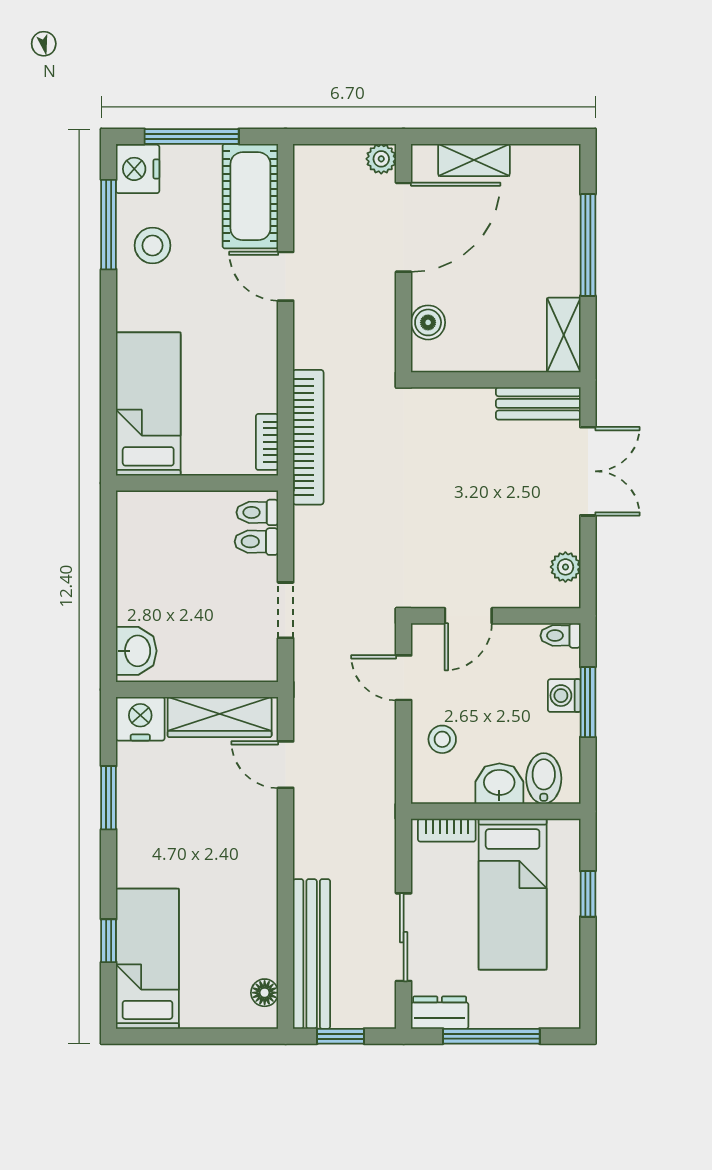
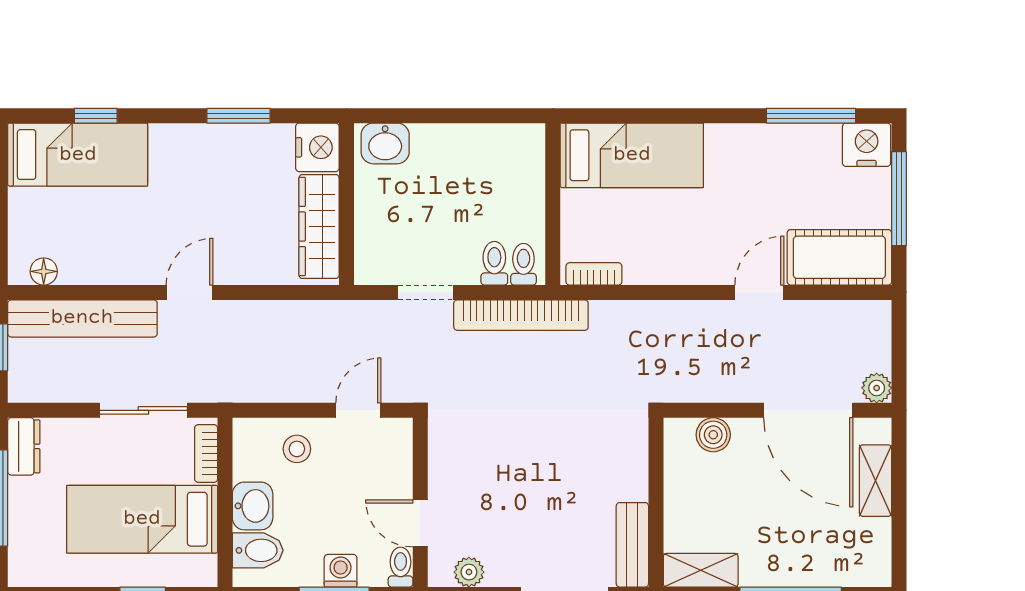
stool: (153, 245) -> (790, 160), removed
bookcase: (308, 437) -> (521, 315), moved
door: (468, 616) -> (420, 523), moved
door: (286, 765) -> (190, 292), moved
sliding door: (404, 937) -> (143, 410), moved

